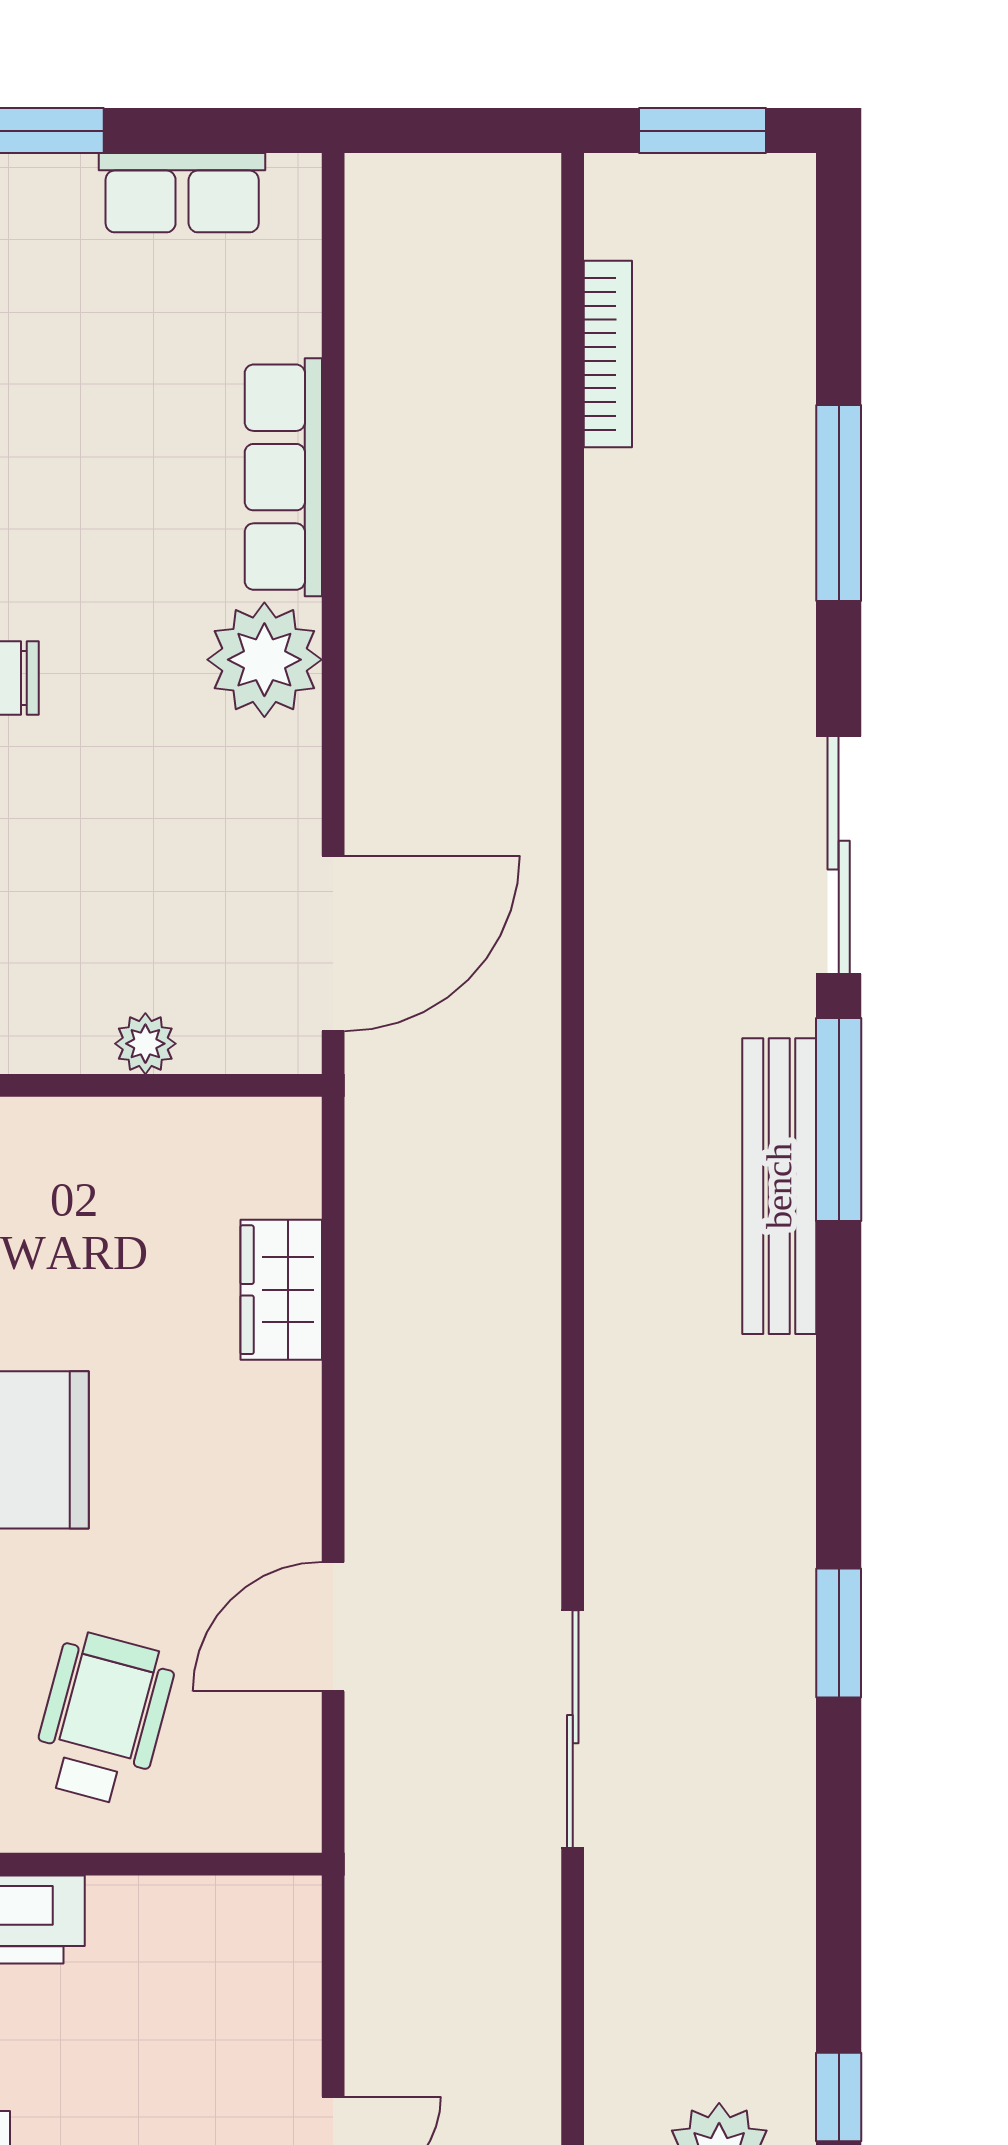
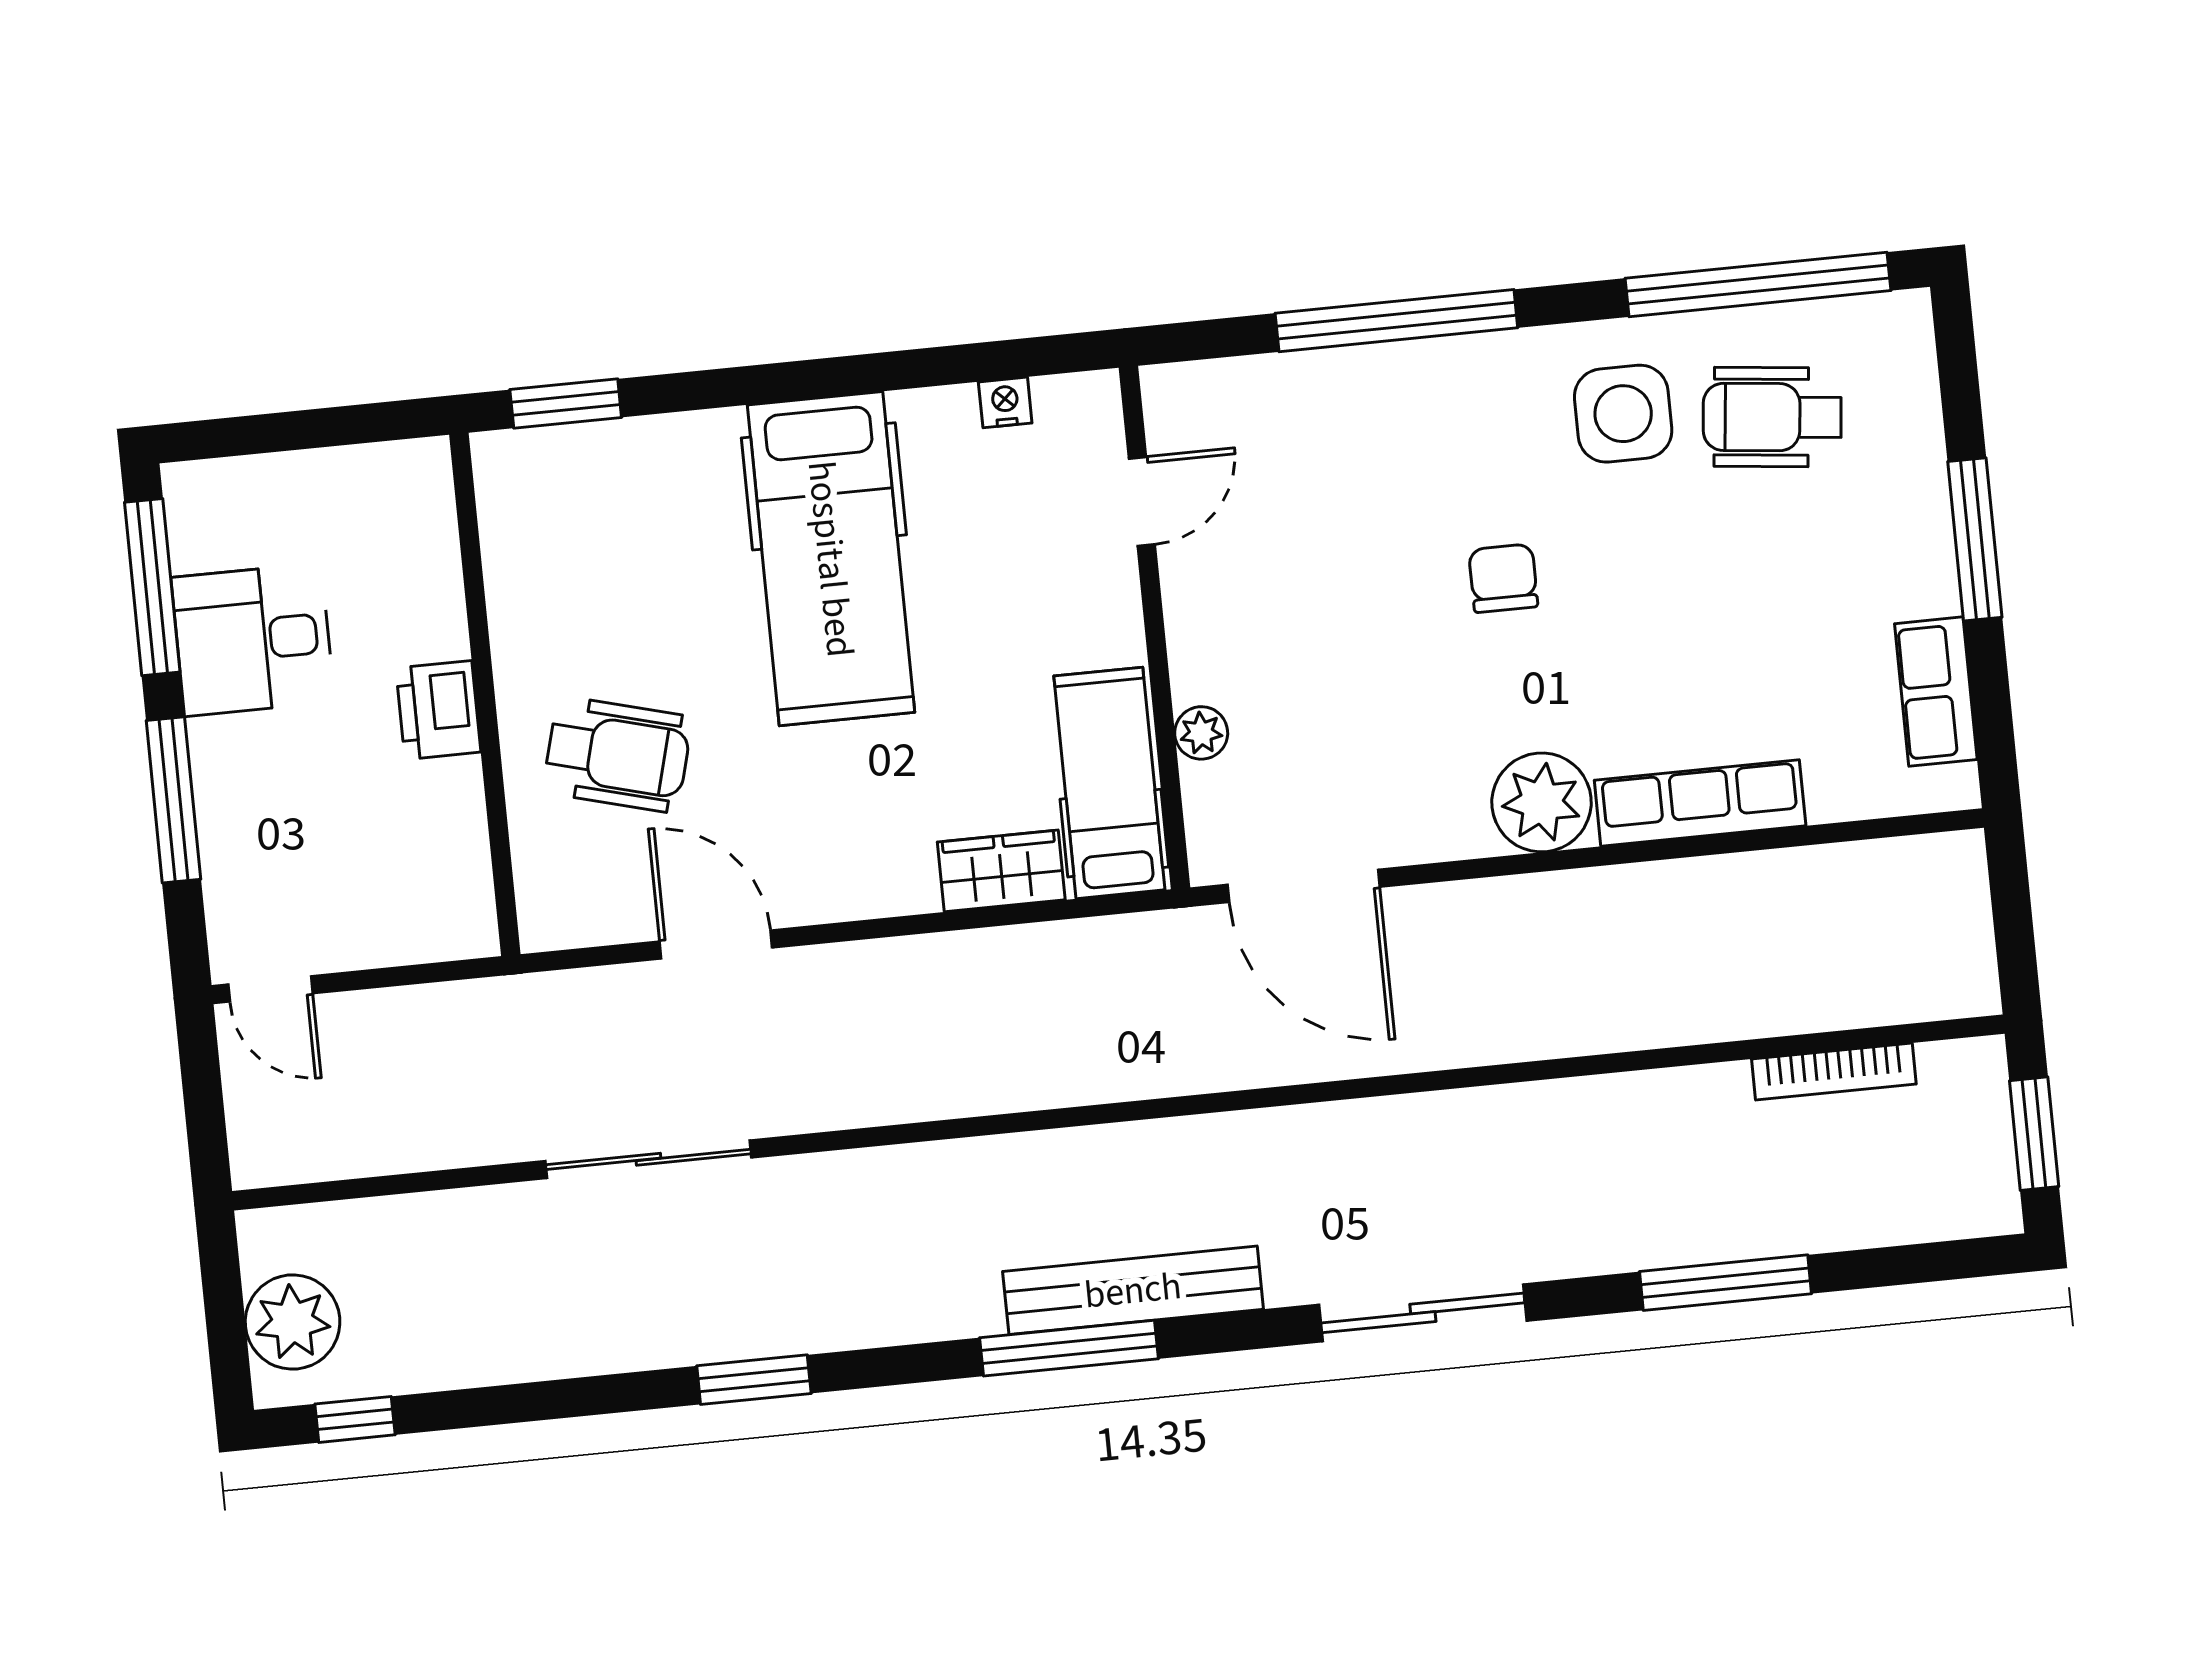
window: (839, 1120) -> (1069, 1348), moved
hospital bed: (192, 1155) -> (1109, 783), added

